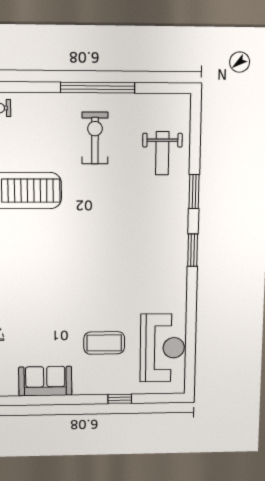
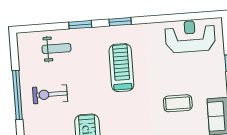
treadmill: (126, 247) -> (121, 68), added
coffee table: (104, 343) -> (178, 103), moved, turned 90

